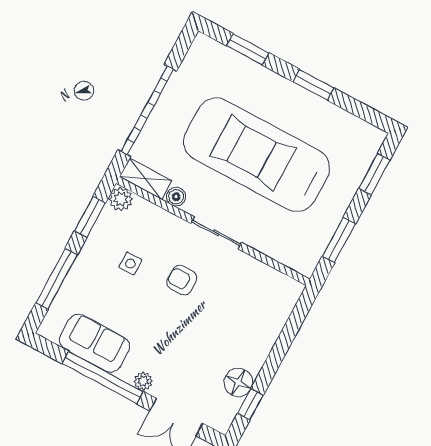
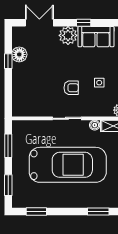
window: (314, 85) -> (36, 211), moved
window: (103, 377) -> (84, 23), width x0.32
plant: (143, 381) -> (68, 35), width x1.87, depth x1.87
window: (250, 404) -> (8, 61), moved

